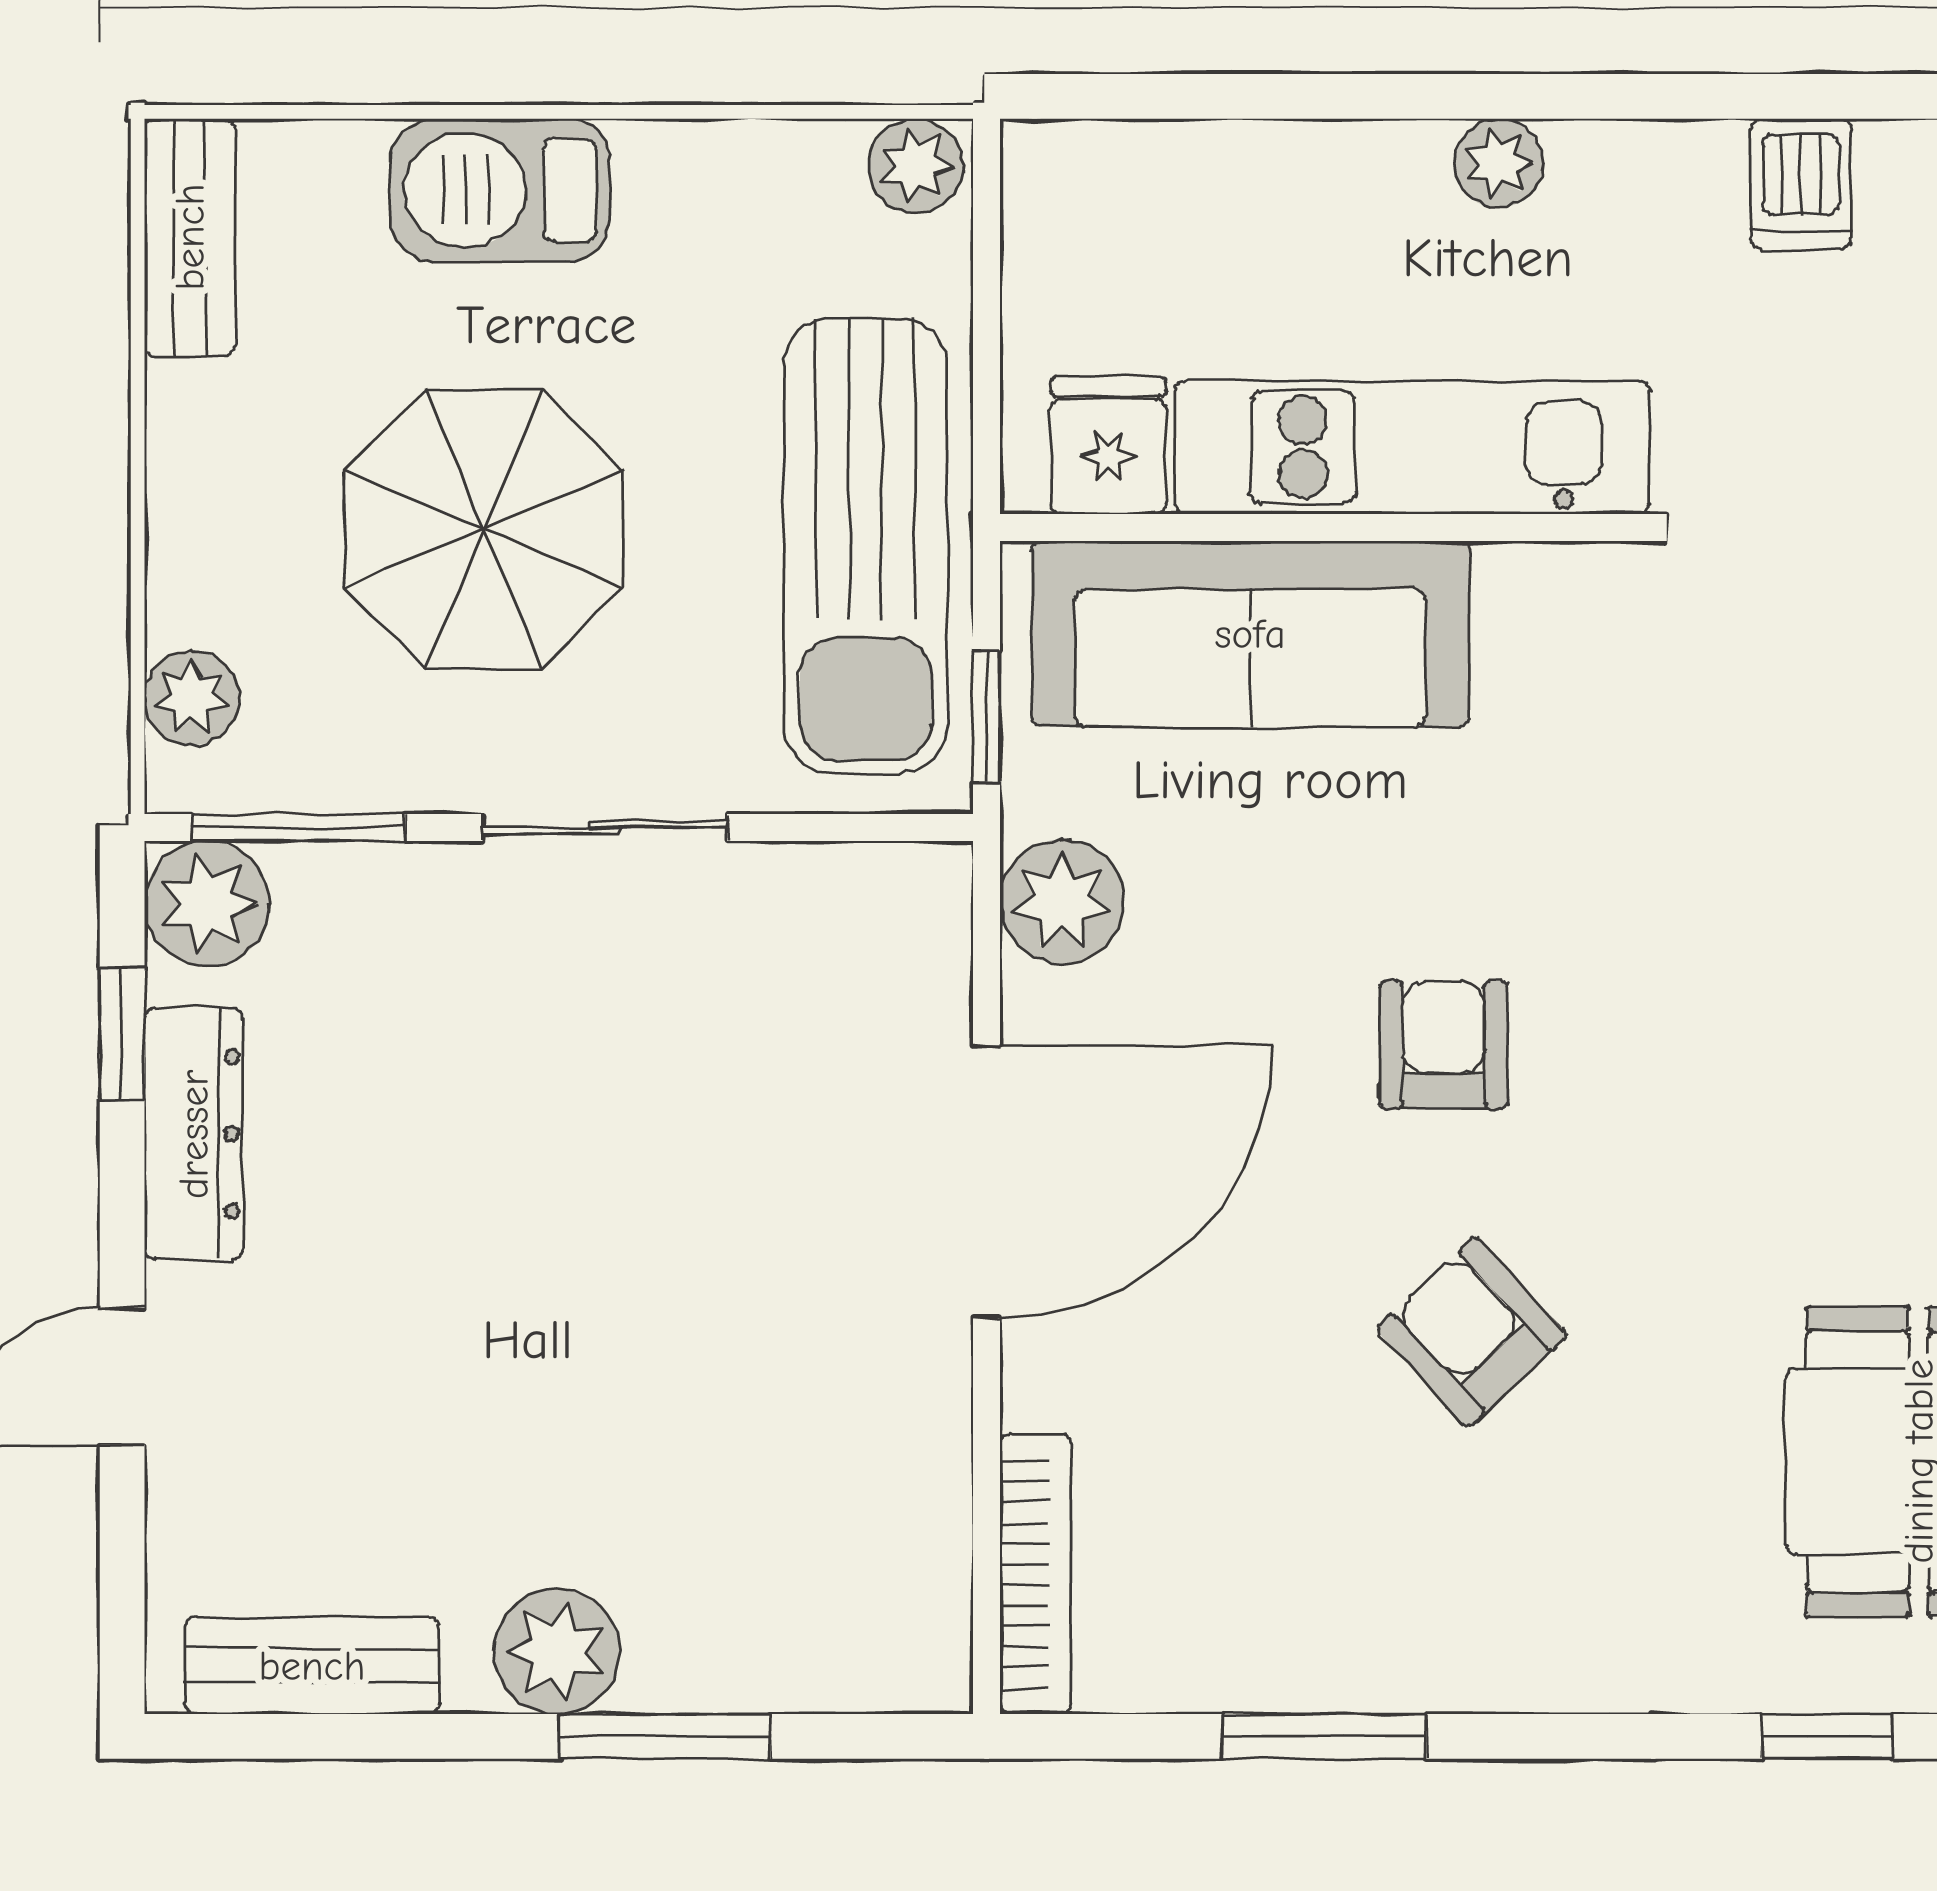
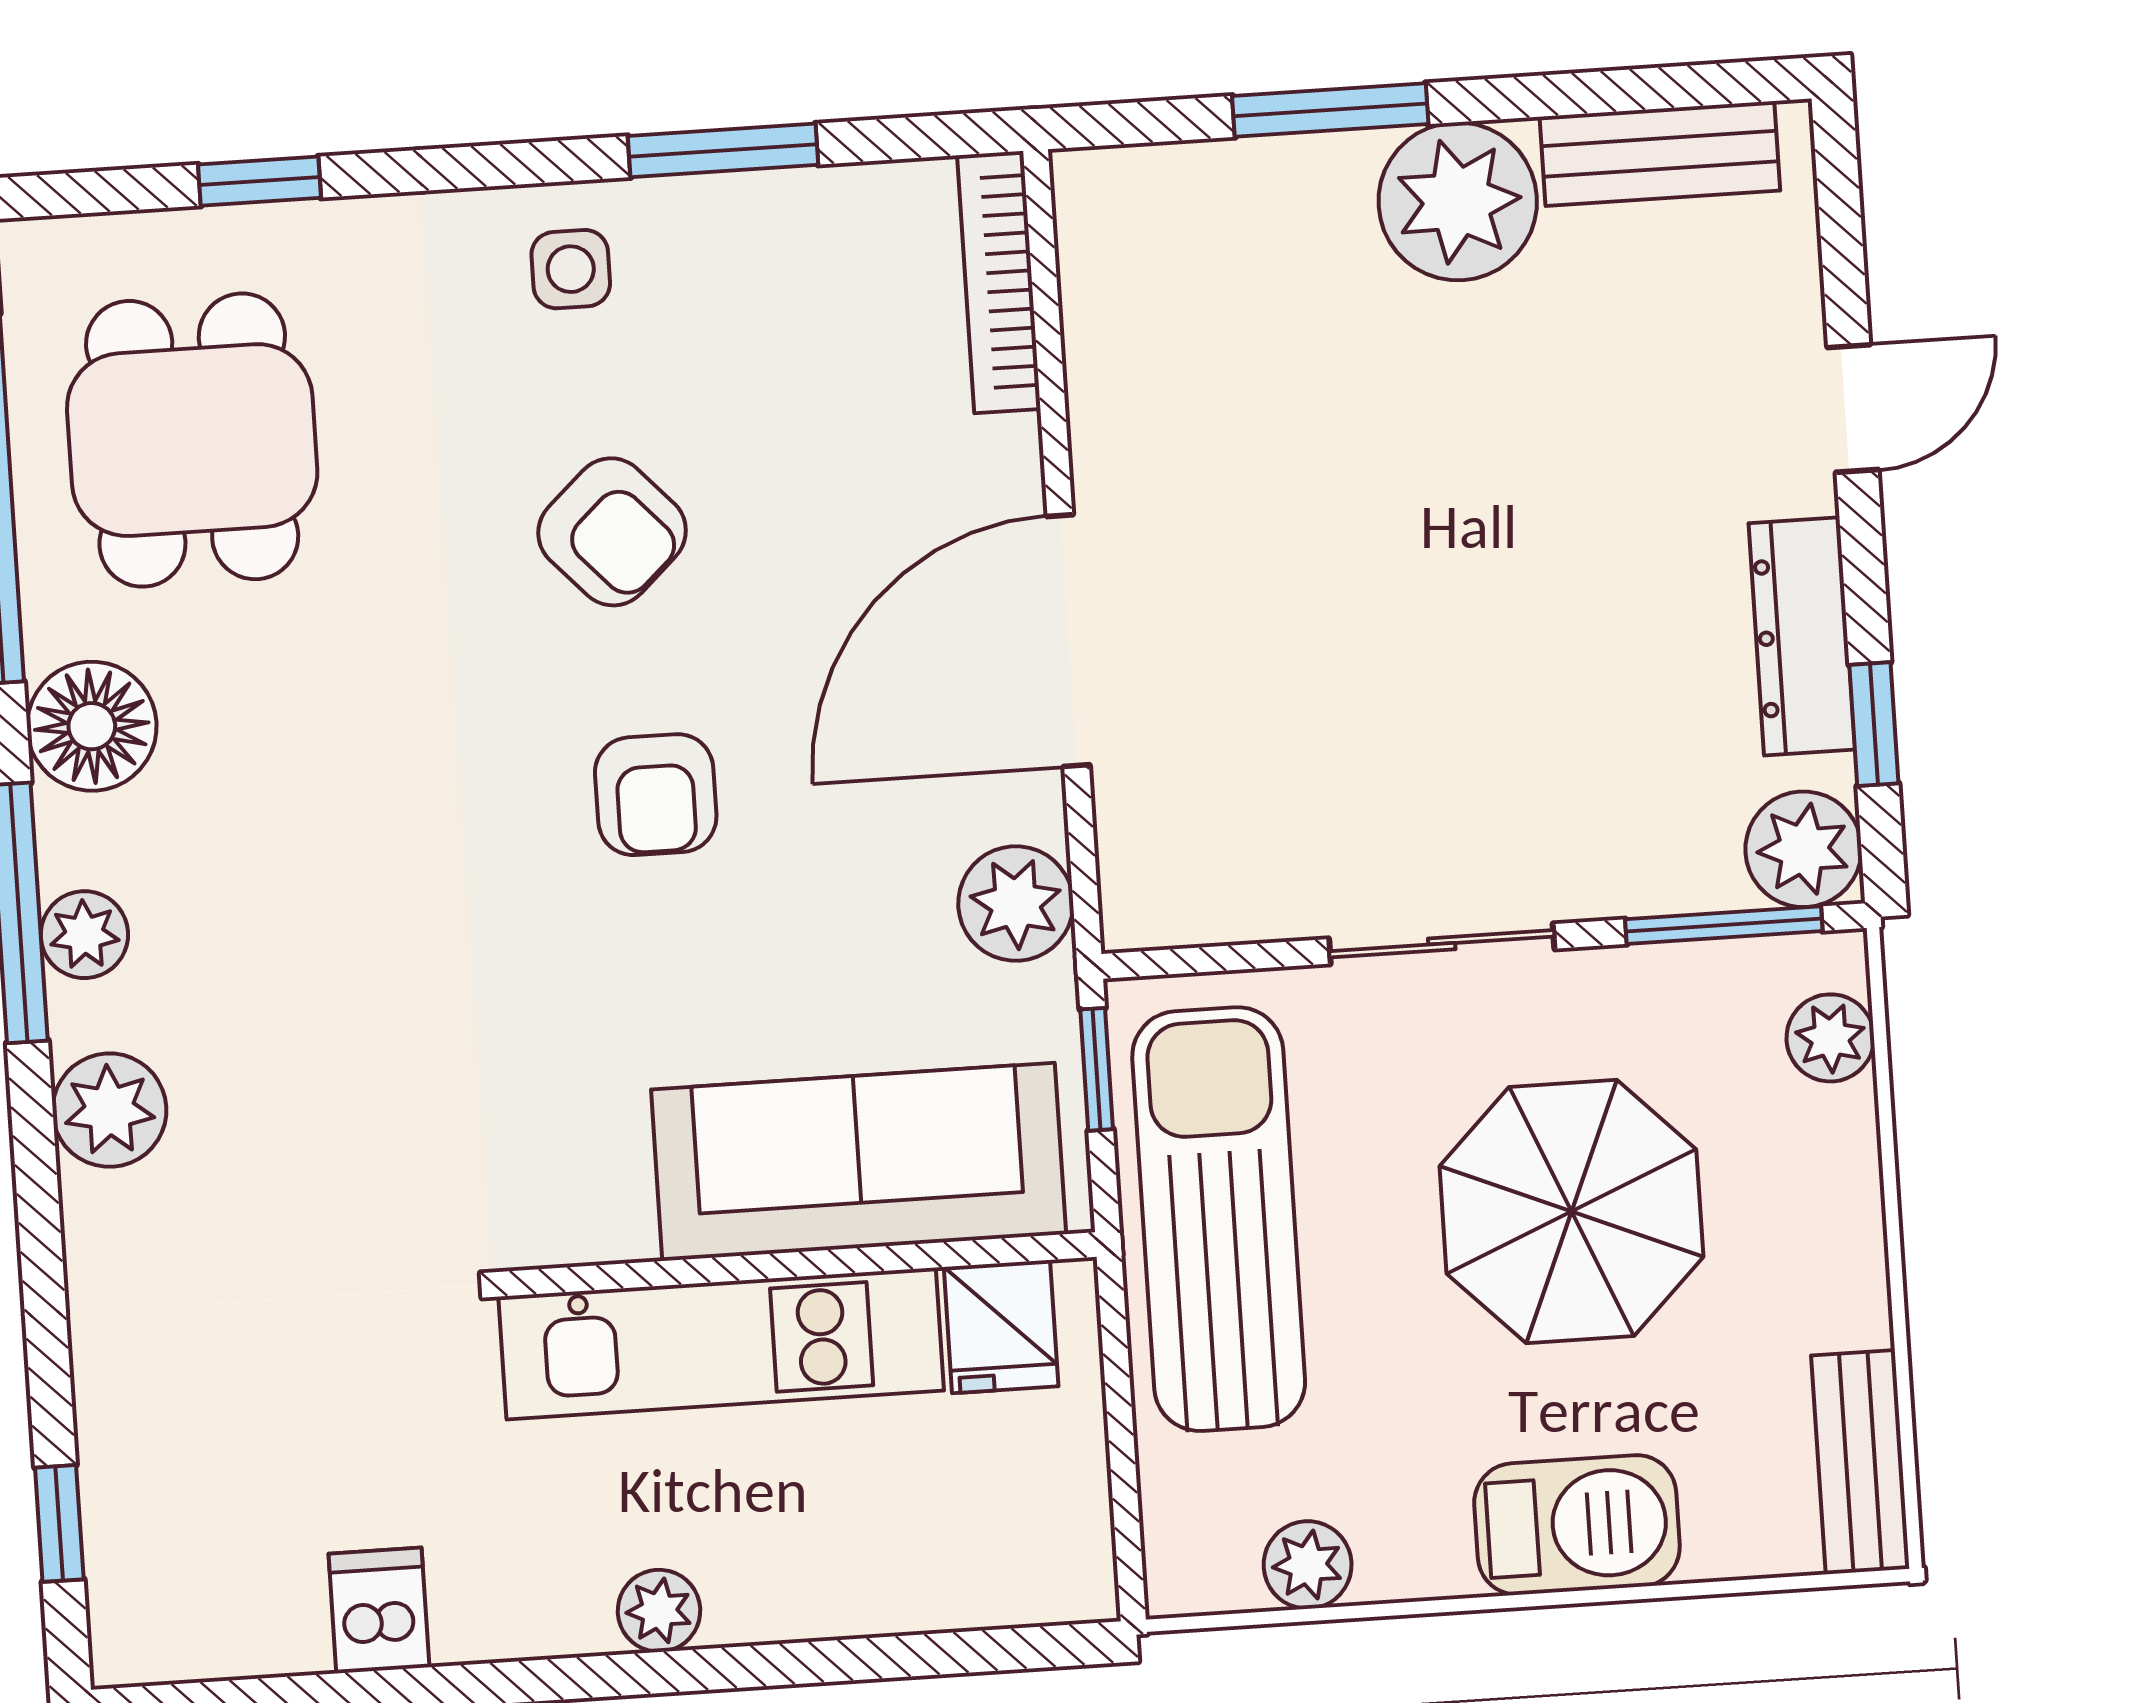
plant: (916, 166) -> (1308, 1565), moved
side table: (1497, 1619) -> (571, 269), added
plant: (557, 1651) -> (1458, 201), width x1.36, depth x1.36

